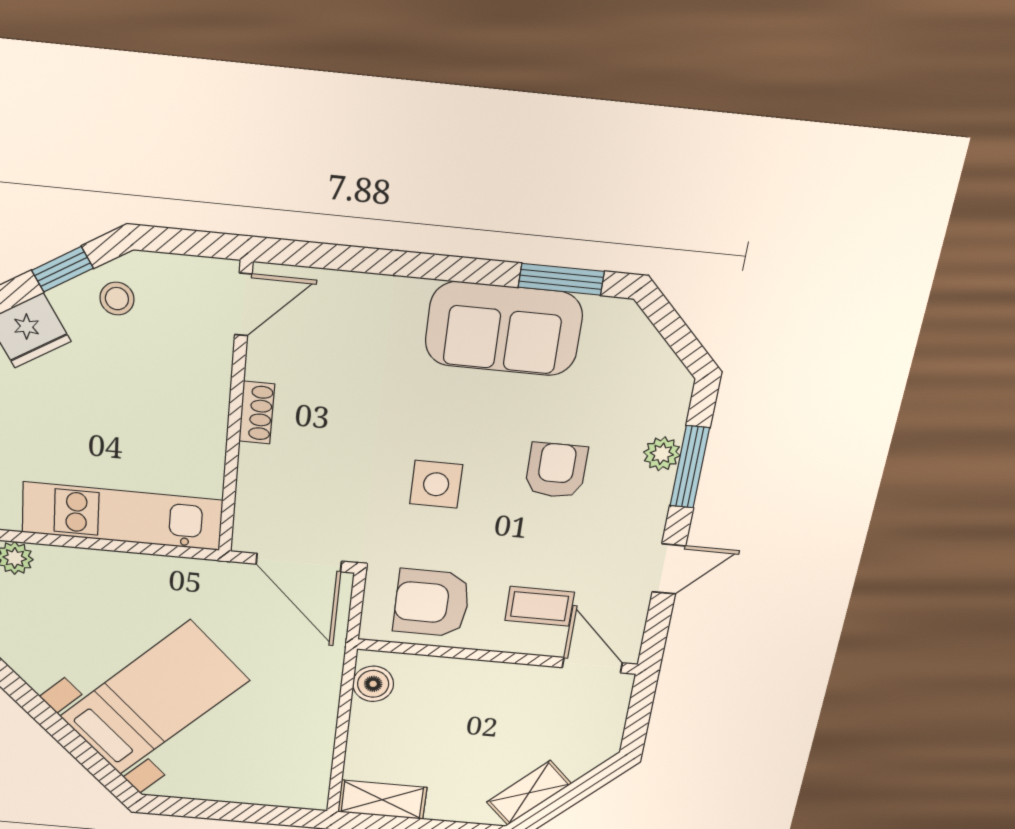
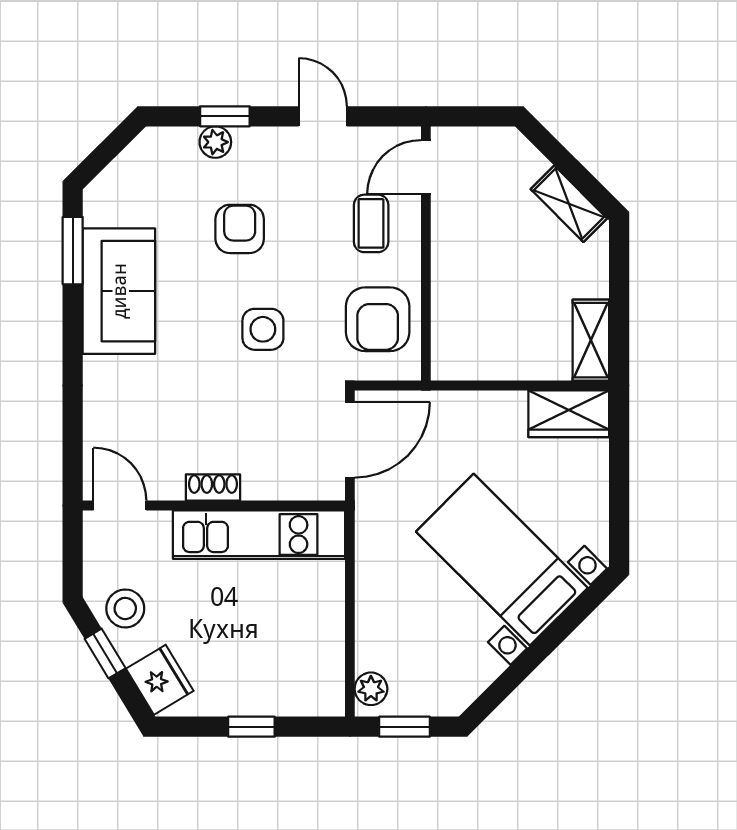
stool: (117, 299) -> (125, 608), width x1.37, depth x1.37
window: (690, 467) -> (225, 116), width x0.67
armchair: (556, 470) -> (240, 229), turned 90
kitchen unit: (122, 516) -> (259, 535), moved, turned -90
boiler: (373, 684) -> (466, 362), removed
wardrobe: (307, 773) -> (569, 414), added

